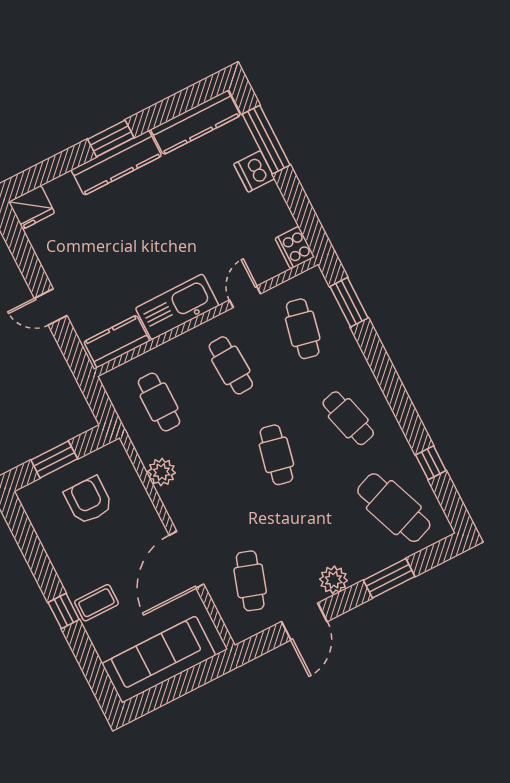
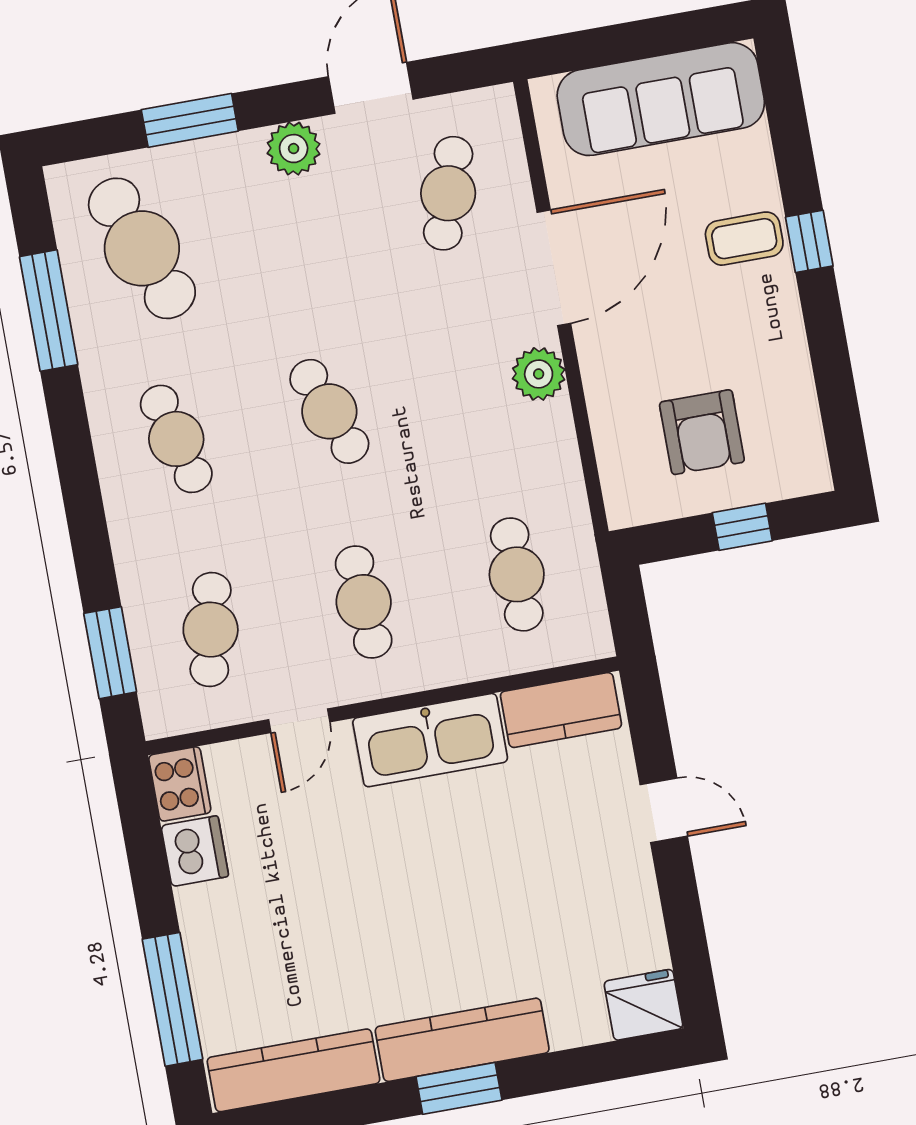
dishwasher: (254, 171) -> (195, 851), moved
cafe table: (276, 455) -> (329, 411), turned -33
window: (54, 459) -> (742, 527), width x0.67
window: (431, 463) -> (49, 311), width x2.17
plant: (162, 472) -> (539, 374), moved

